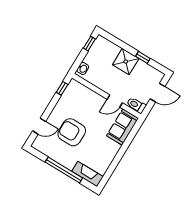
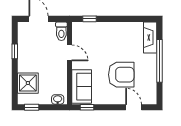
shower: (126, 62) -> (28, 83), moved
sofa: (123, 127) -> (82, 87), moved, turned -90
armchair: (72, 132) -> (121, 75), turned -90
window: (132, 134) -> (90, 19), added

